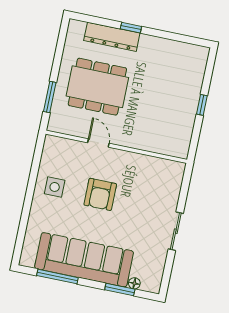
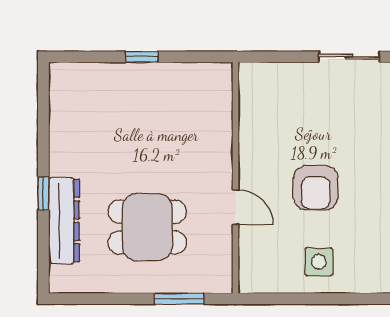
dining table: (97, 87) -> (147, 227), width x0.73
door: (98, 143) -> (235, 207), swing flipped
armchair: (100, 194) -> (316, 188), turned 90

